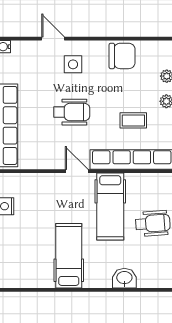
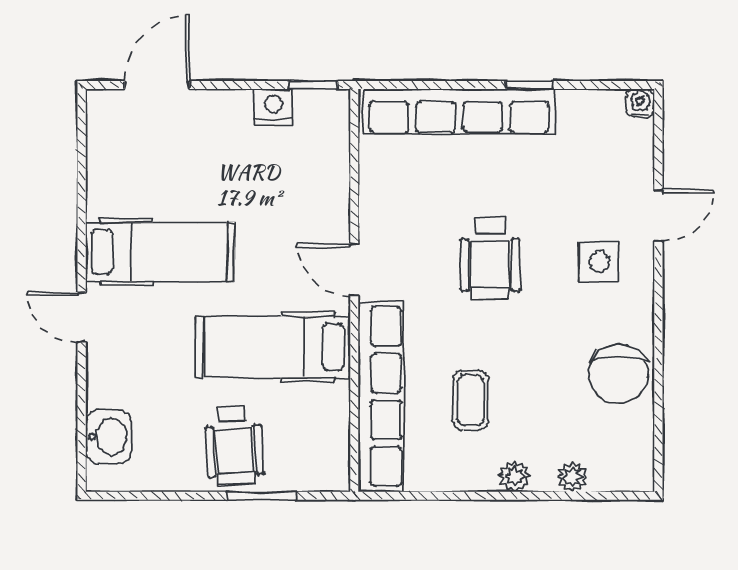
door: (77, 171) -> (354, 270), swing flipped
washbasin: (124, 278) -> (108, 437), moved
door: (97, 290) -> (82, 317), added

